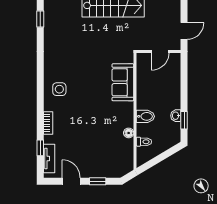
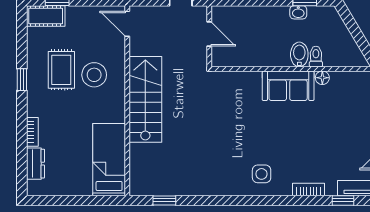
sofa: (123, 82) -> (288, 86), moved
toilet: (144, 142) -> (316, 57), moved

